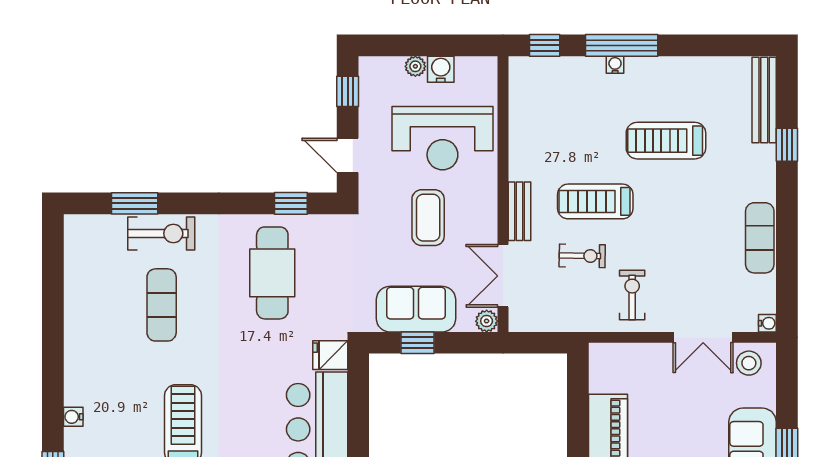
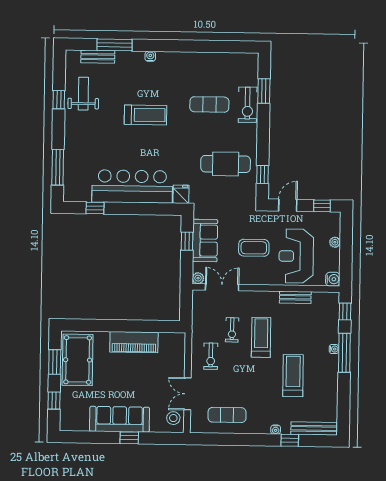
water cooler: (441, 69) -> (333, 279), moved
bench: (519, 211) -> (295, 297), moved
exercise mat: (760, 238) -> (227, 415), moved
exercise bike: (632, 295) -> (211, 356), turned 90
water cooler: (767, 323) -> (276, 430), moved

